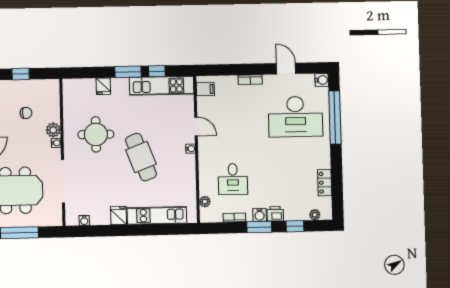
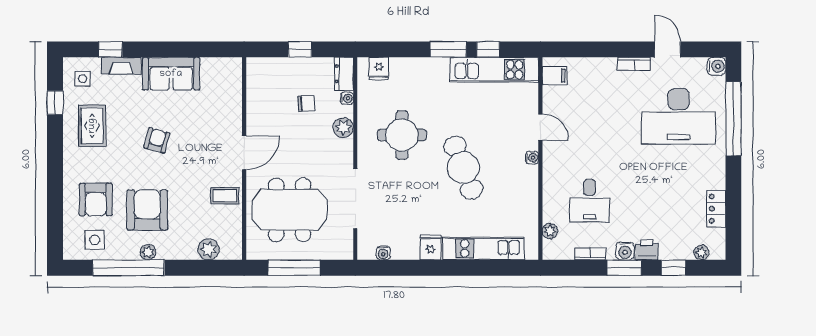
bookcase: (250, 80) -> (634, 64), moved
fridge: (103, 86) -> (379, 69), moved
dresser: (53, 91) -> (344, 74), added
water cooler: (56, 143) -> (347, 98), moved

